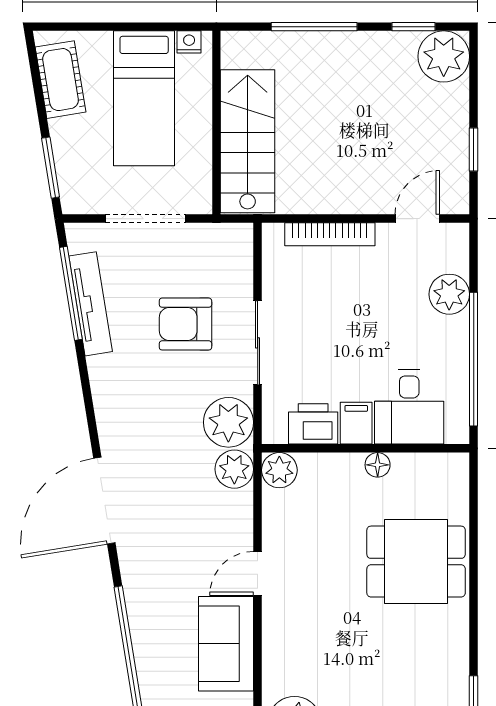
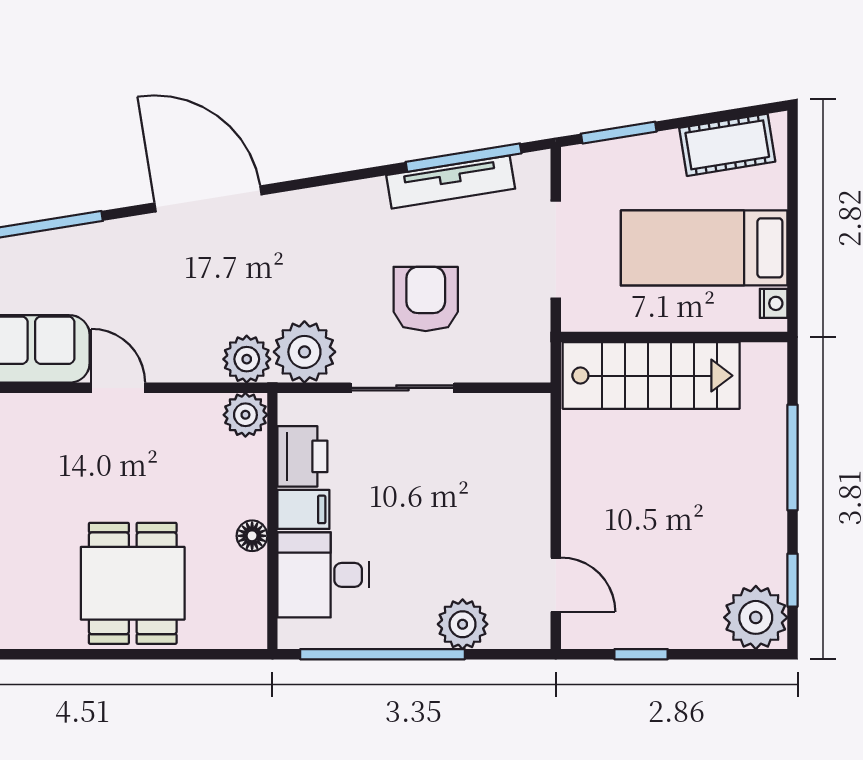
bookcase: (330, 234) -> (536, 477), removed

